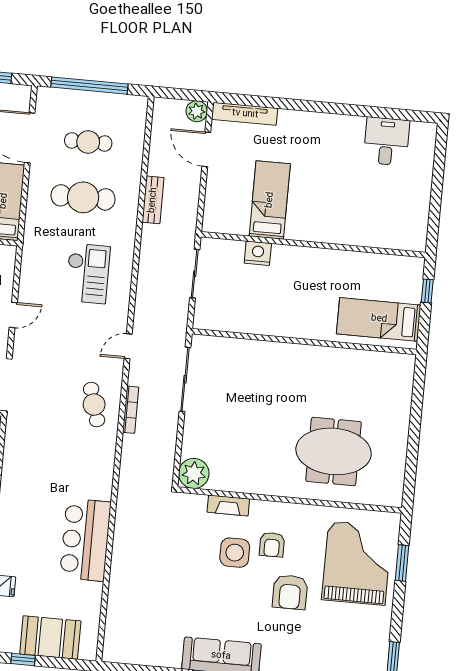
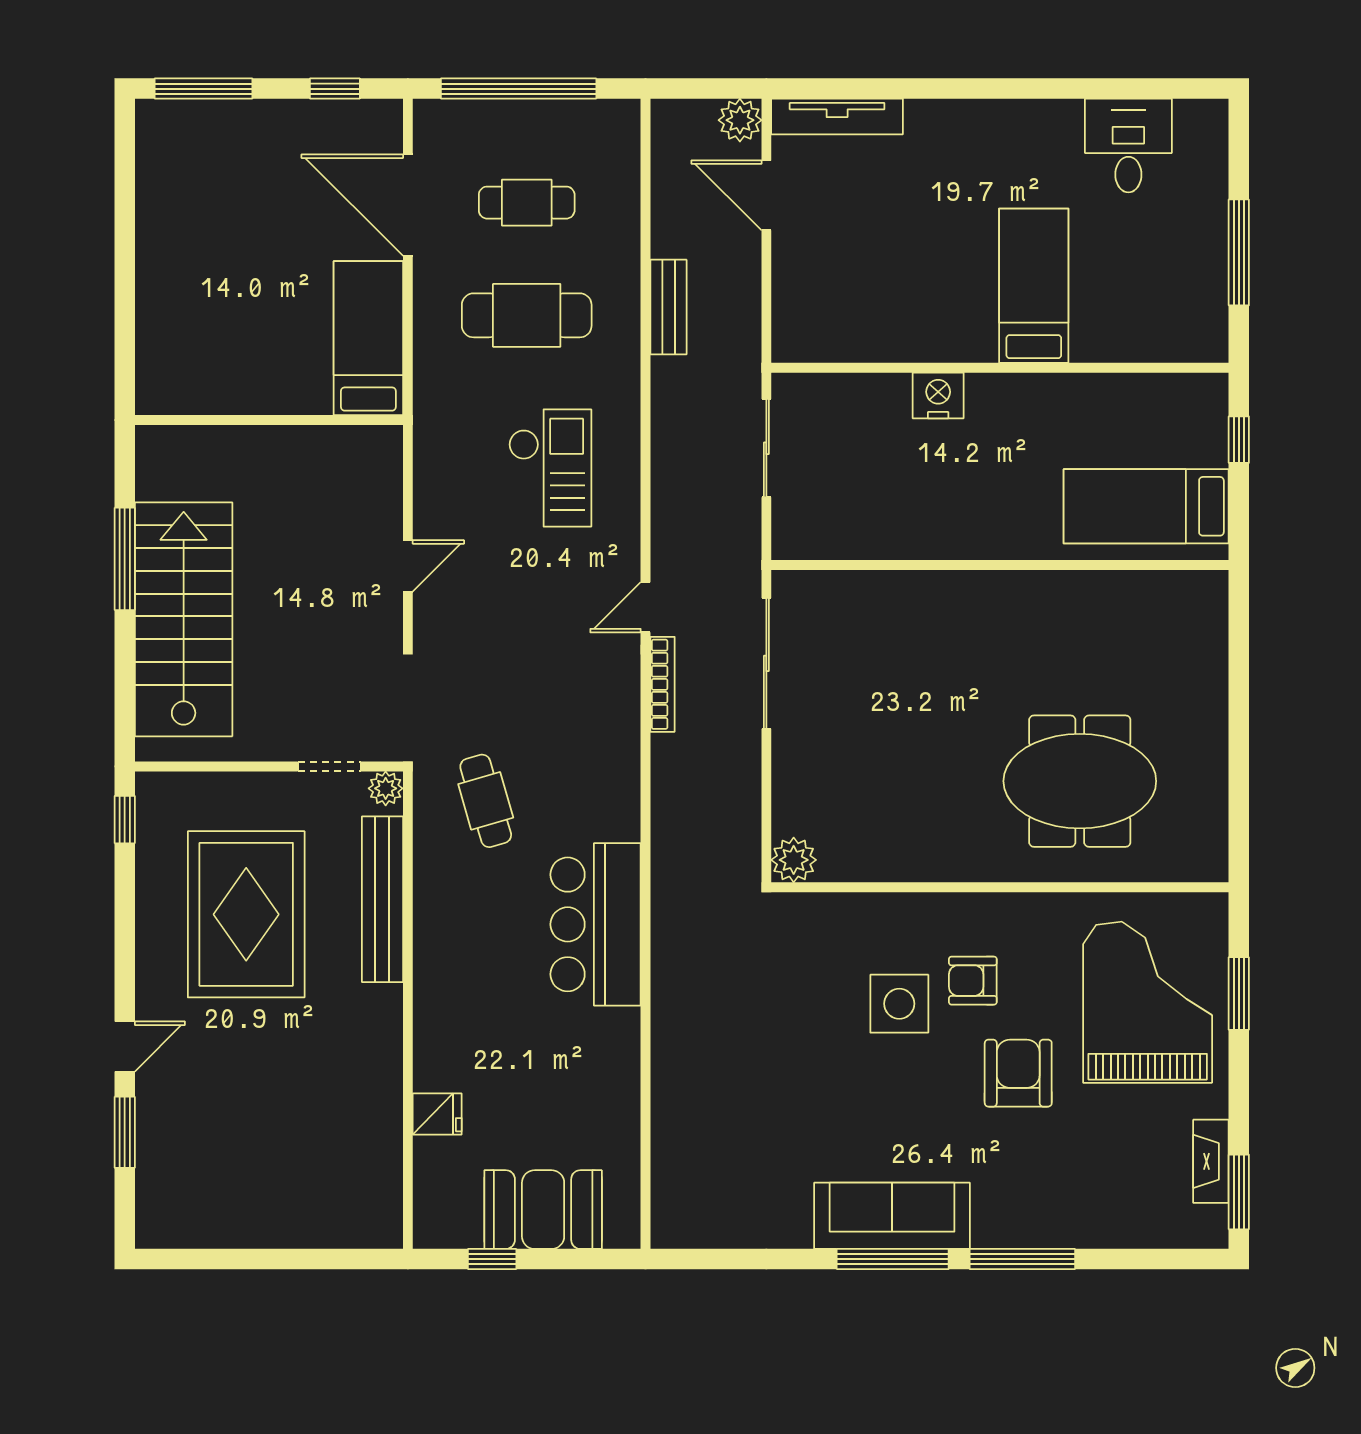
window: (436, 199) -> (1239, 252), added
bed: (270, 200) -> (1034, 286), moved
nightstand: (258, 253) -> (938, 395), moved
cafe table: (94, 405) -> (486, 801), moved
bookcase: (131, 410) -> (663, 684), moved
plant: (194, 473) -> (794, 860), width x0.73, depth x0.73
fireplace: (228, 505) -> (1211, 1161), moved, turned 90
bar counter: (85, 540) -> (596, 924), moved
armchair: (272, 545) -> (973, 981), turned 90
armchair: (290, 592) -> (1018, 1073), turned 180

